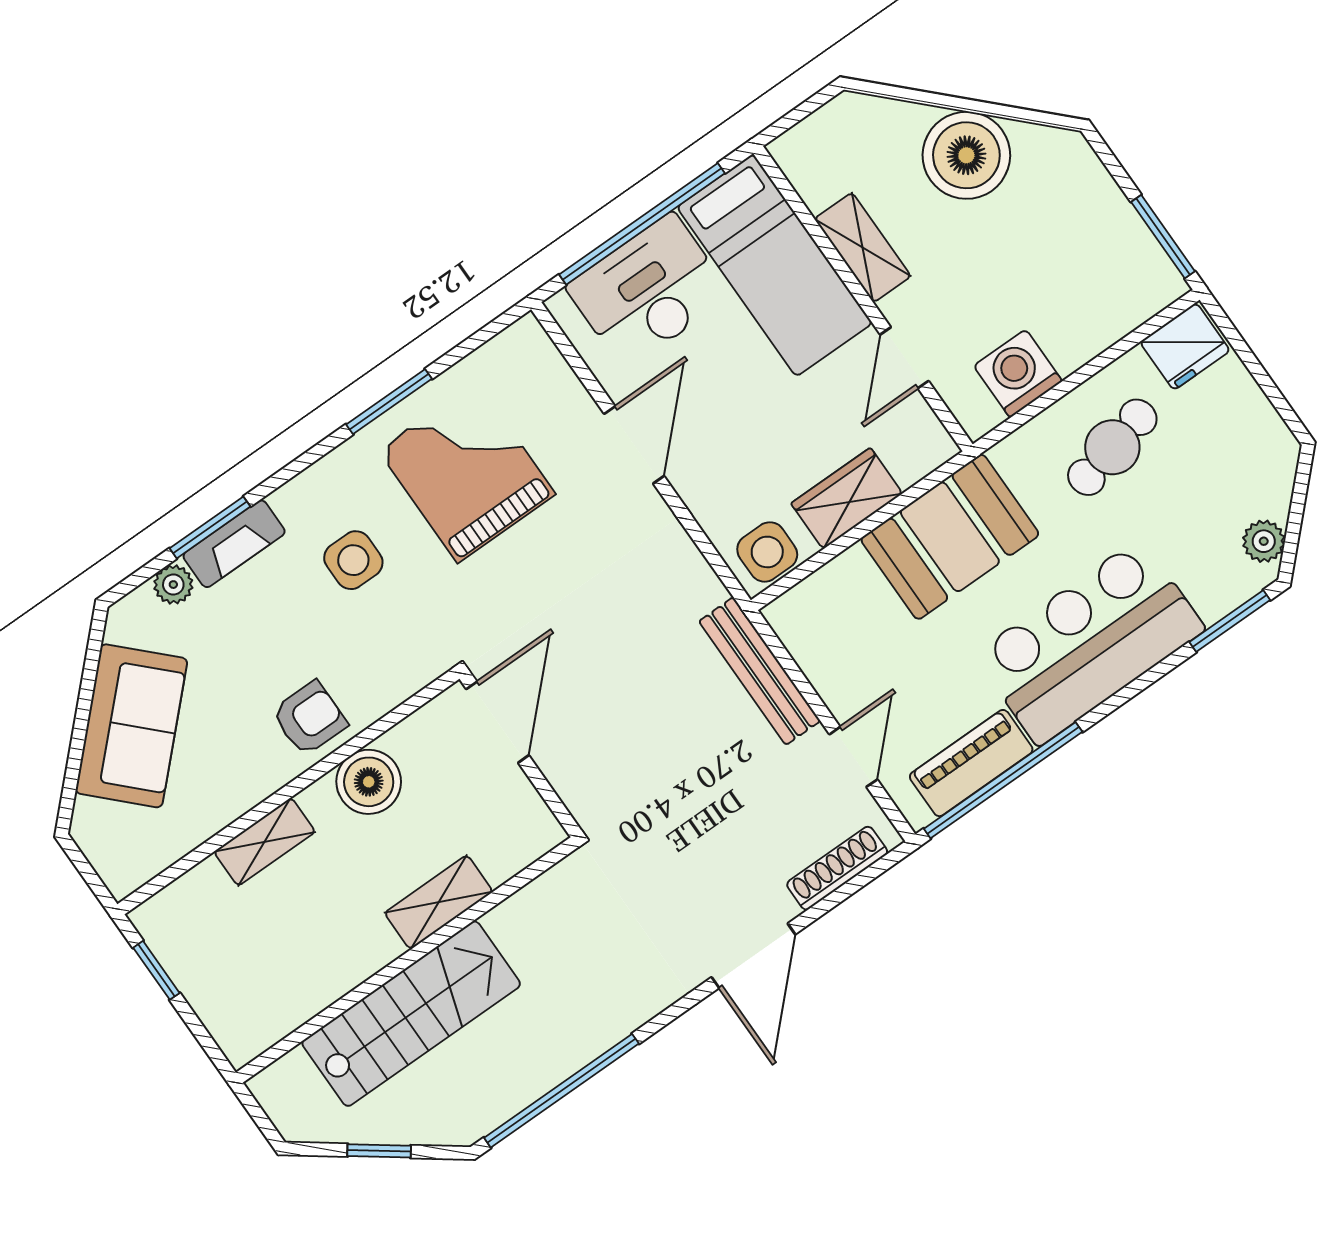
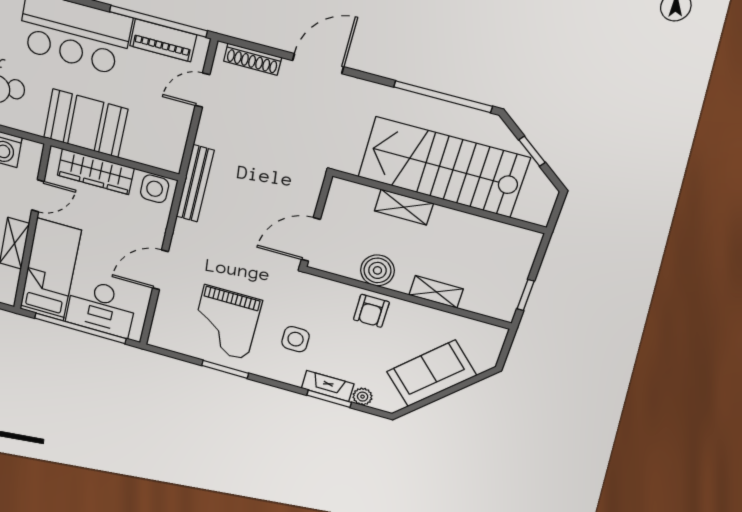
wardrobe: (847, 498) -> (96, 172), width x1.50
bench: (760, 671) -> (195, 184), moved
armchair: (309, 718) -> (371, 311), turned -90
stairs: (411, 1014) -> (443, 167), width x1.36, depth x1.51

